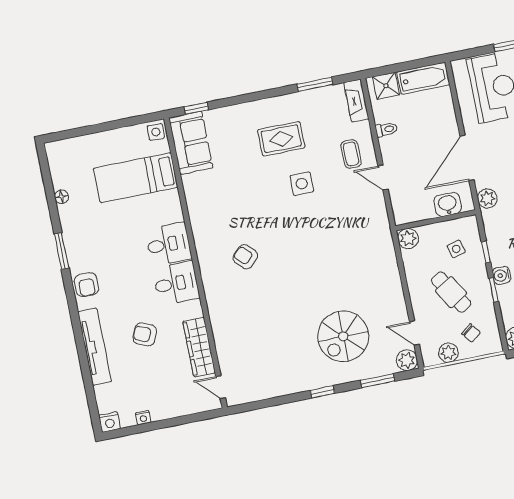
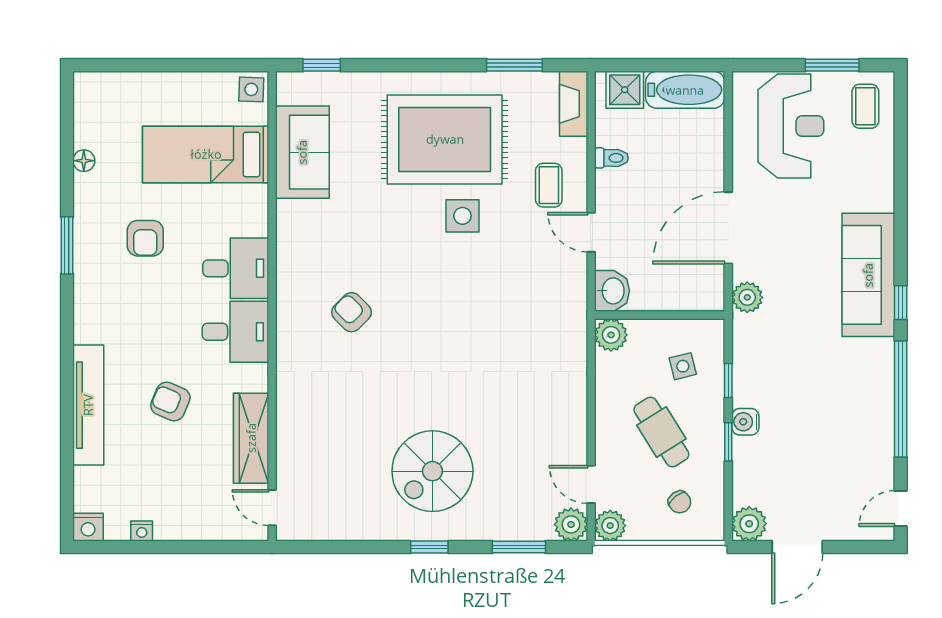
rug: (281, 139) -> (445, 139), width x1.86, depth x2.06
sofa: (191, 143) -> (302, 152), moved
washbasin: (448, 204) -> (612, 291), moved, turned 90
armchair: (86, 285) -> (145, 238), moved
spiral stairs: (343, 336) -> (432, 471), moved
plant: (448, 353) -> (610, 526), moved

